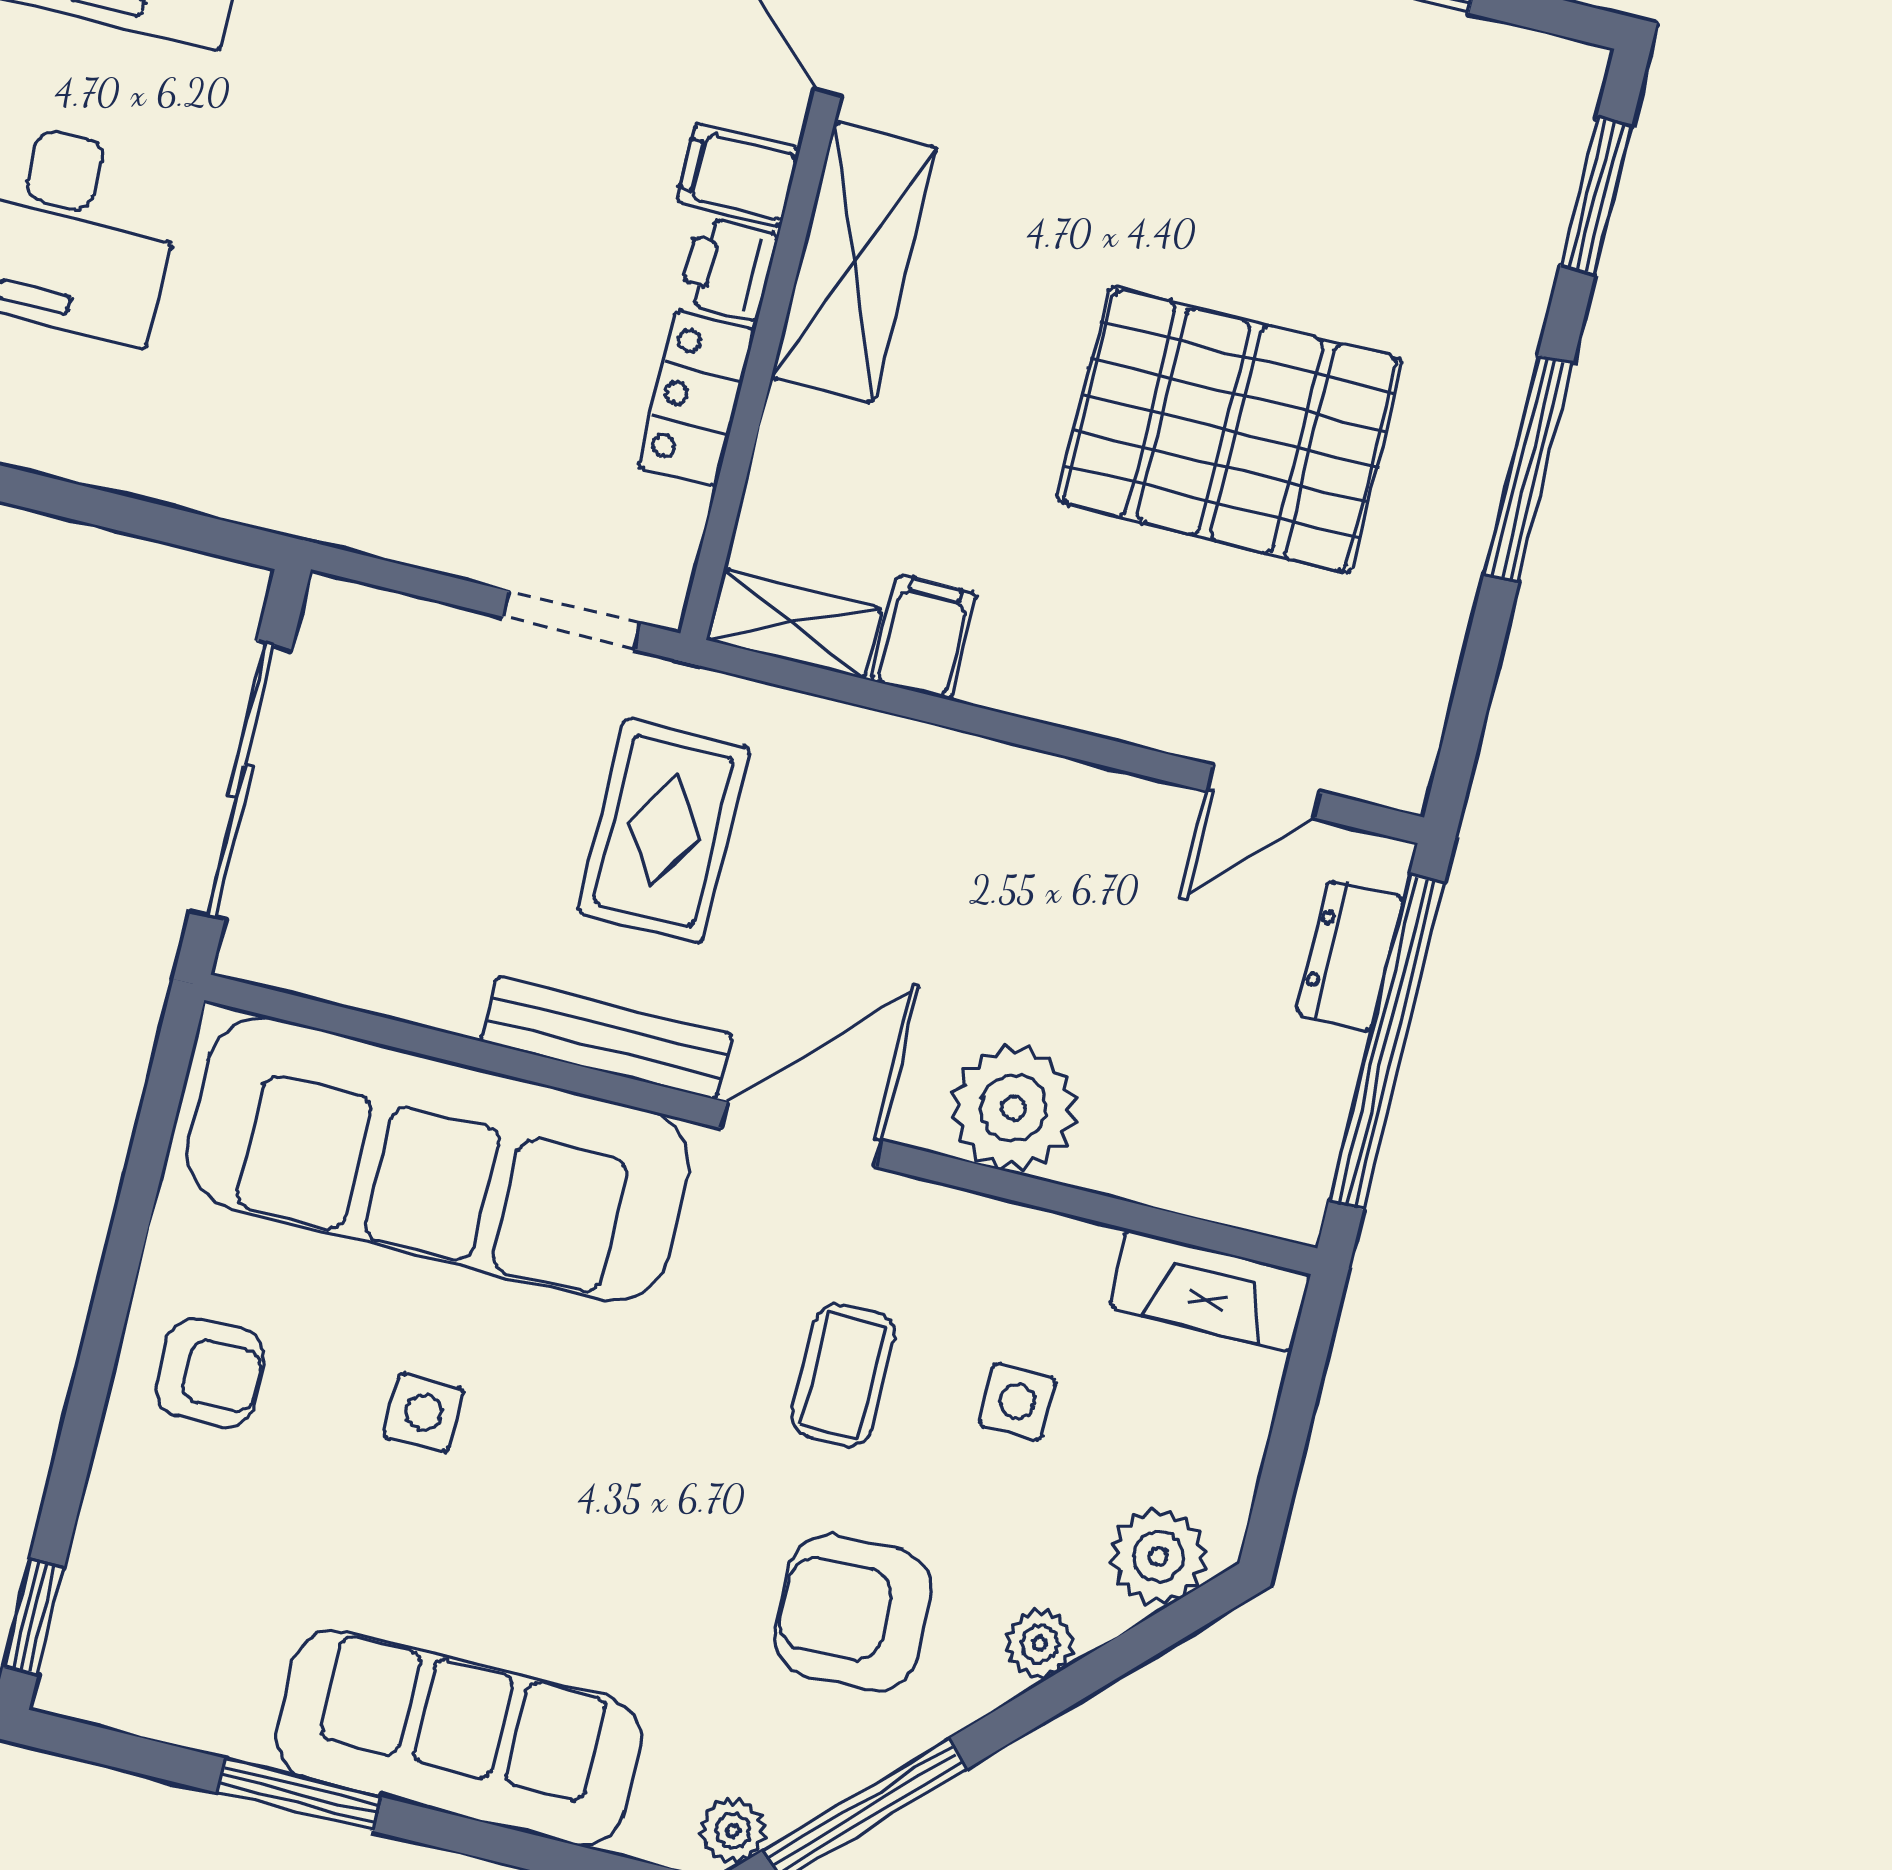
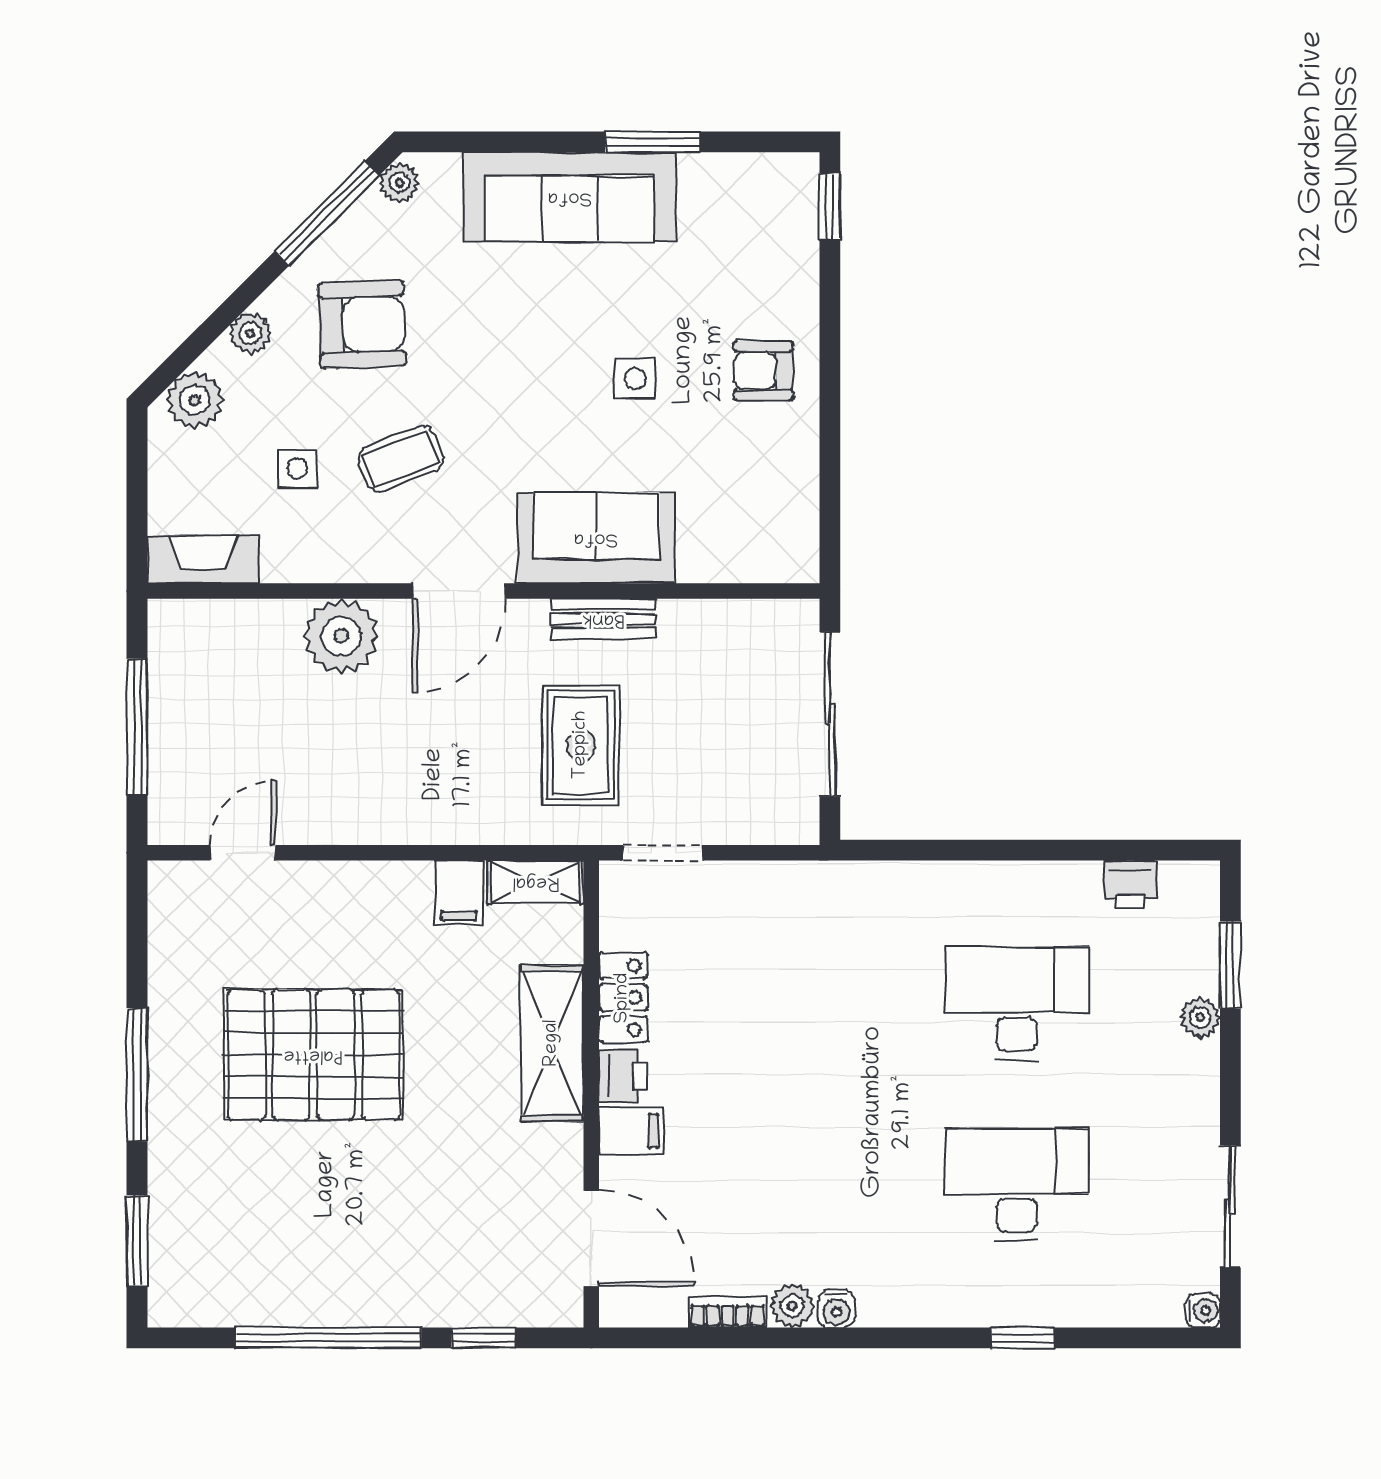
shelving: (854, 263) -> (552, 1043), moved
dresser: (1350, 956) -> (170, 771), removed
bench: (607, 1038) -> (603, 619), width x0.73
window: (1387, 1042) -> (137, 727), width x0.68
sofa: (438, 1159) -> (596, 538), width x0.54, depth x0.79
coffee table: (843, 1375) -> (401, 459), turned 69

